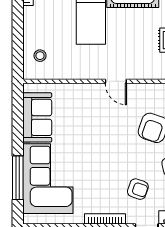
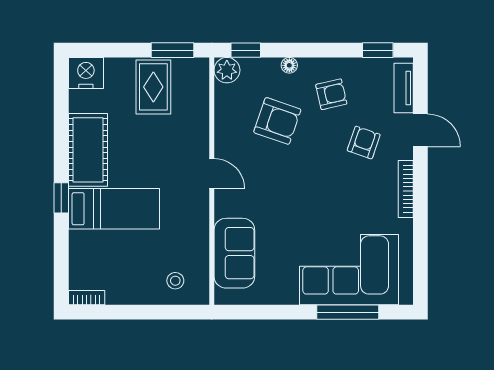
door: (116, 81) -> (212, 174), hinge flipped
sofa: (37, 117) -> (234, 253), moved, turned 90

